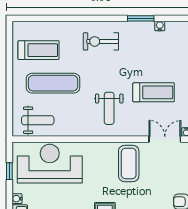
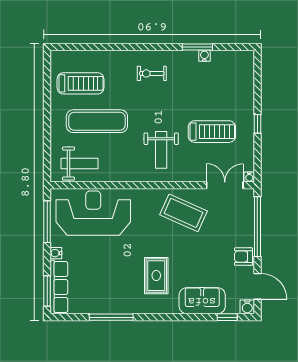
water cooler: (160, 26) -> (204, 56), moved
exercise bike: (101, 41) -> (152, 73), width x0.73, depth x0.72
coffee table: (129, 163) -> (183, 213), turned -66
window: (9, 171) -> (47, 222), width x2.17

